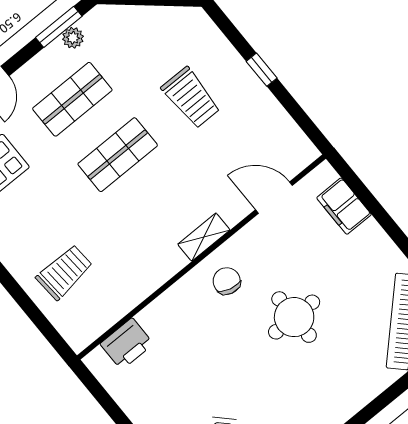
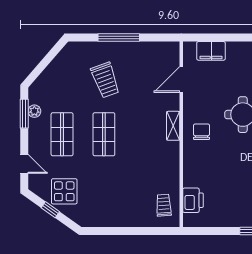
window: (262, 70) -> (119, 38), width x2.17
trolley: (191, 98) -> (105, 80), turned 70
trolley: (64, 272) -> (164, 205), moved, width x0.73, depth x0.72
chair: (227, 281) -> (202, 132), turned 76

